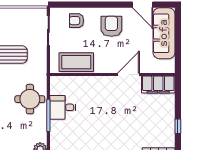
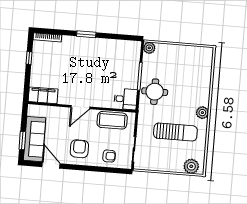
armchair: (111, 26) -> (79, 149), turned 180
window: (178, 30) -> (22, 140), added
door: (129, 74) -> (80, 107), moved
desk: (63, 107) -> (126, 99), moved

